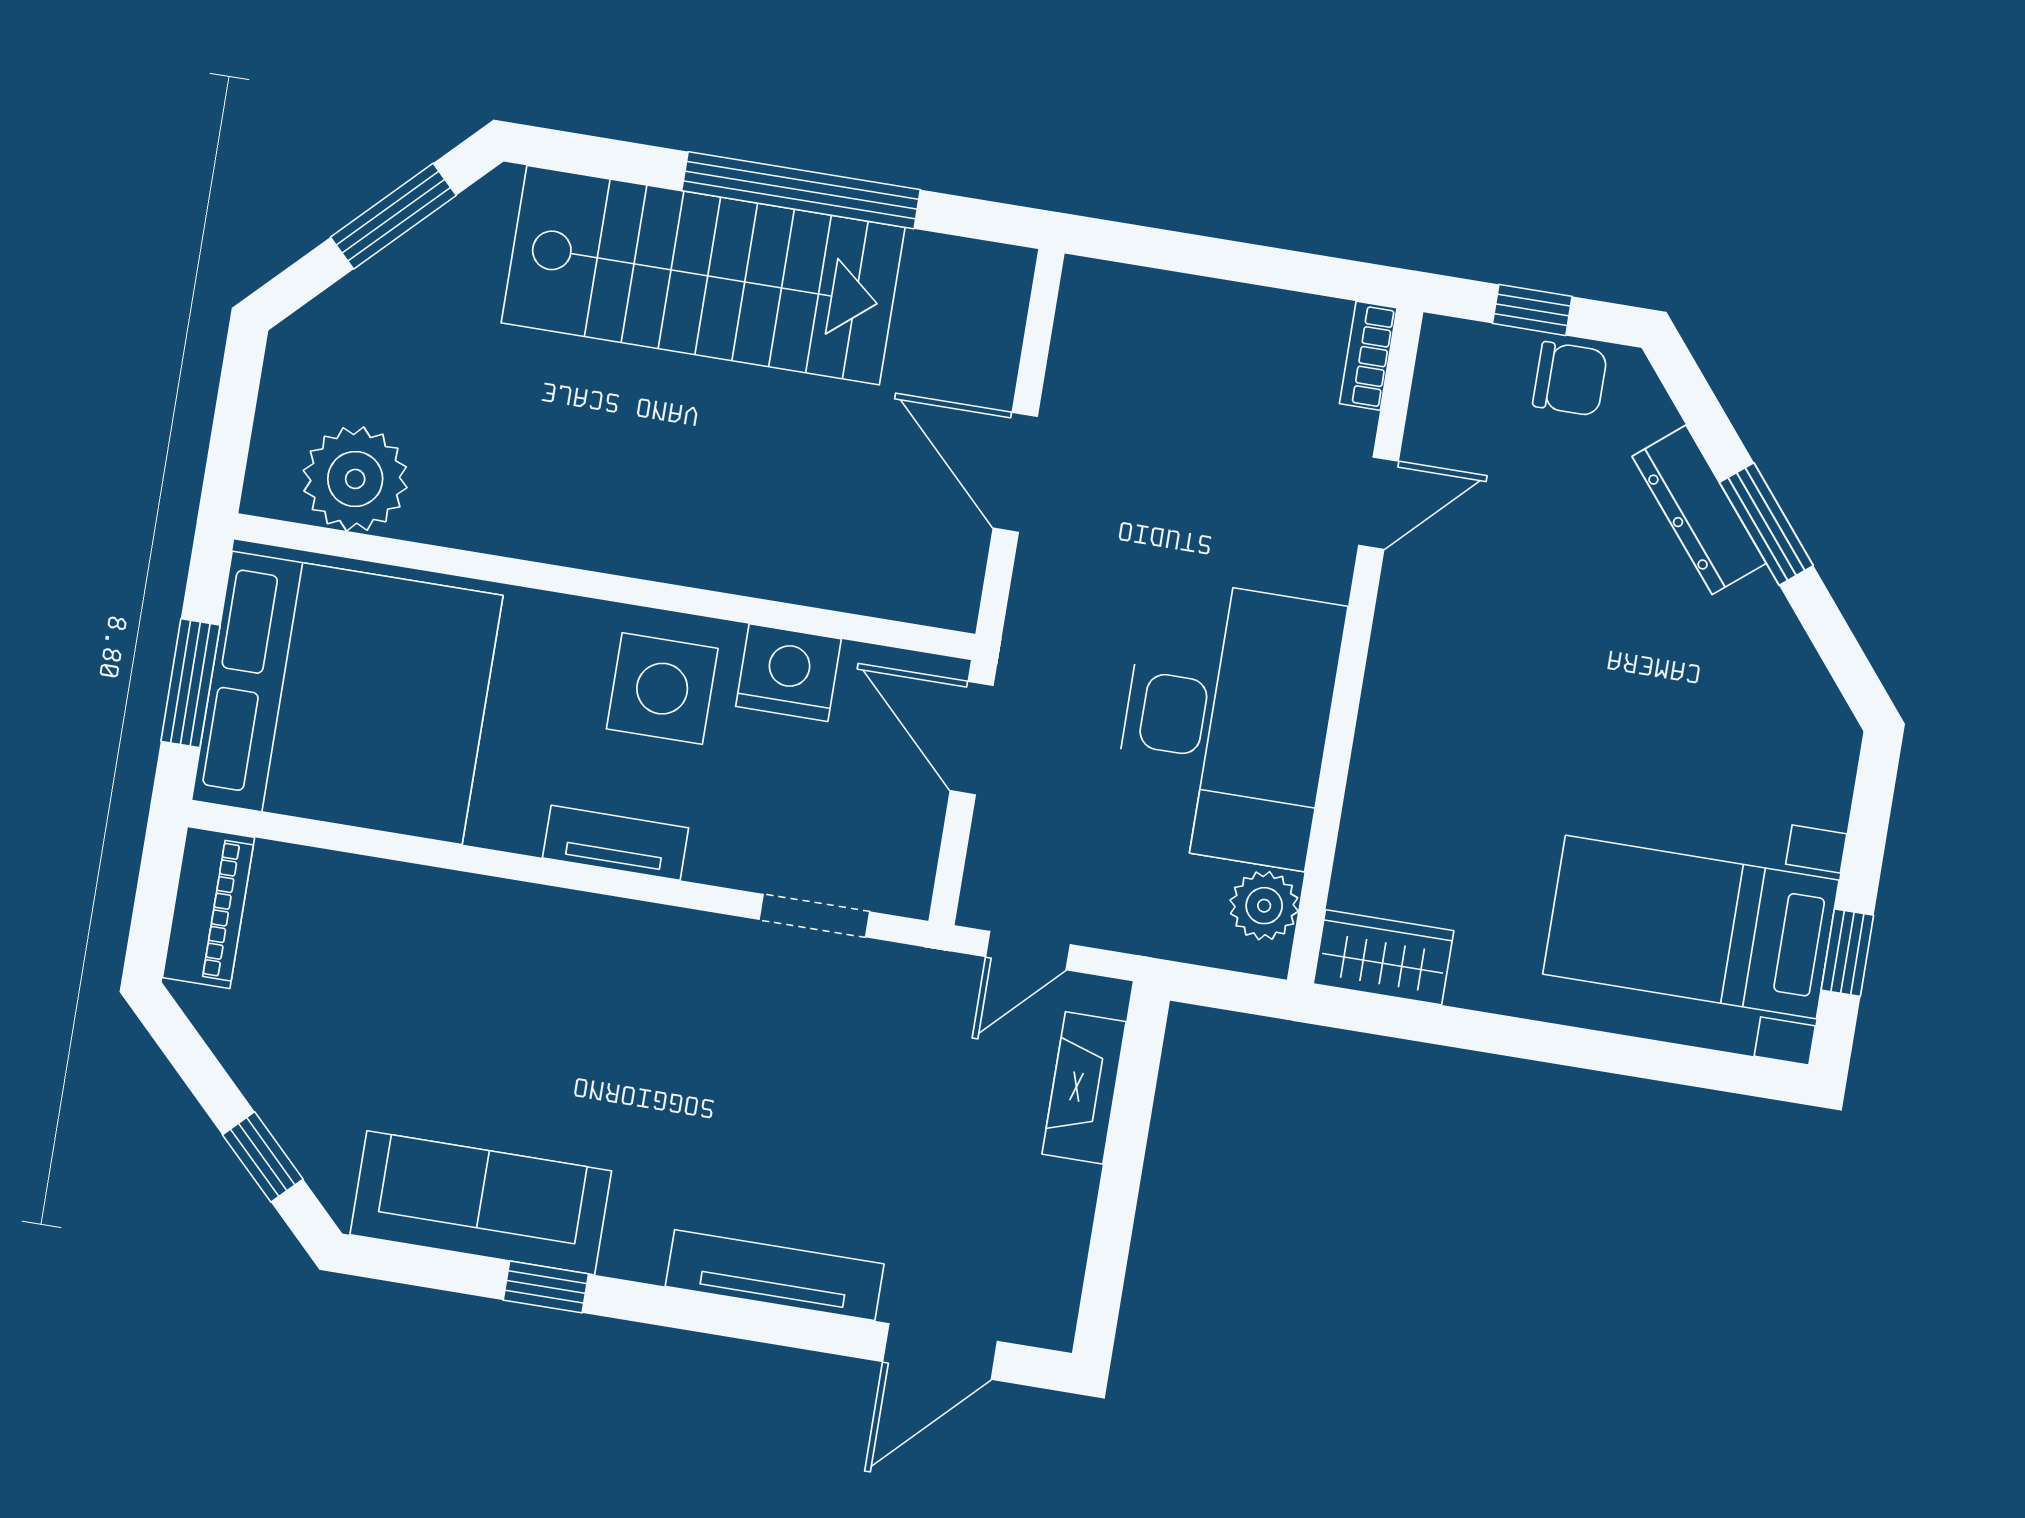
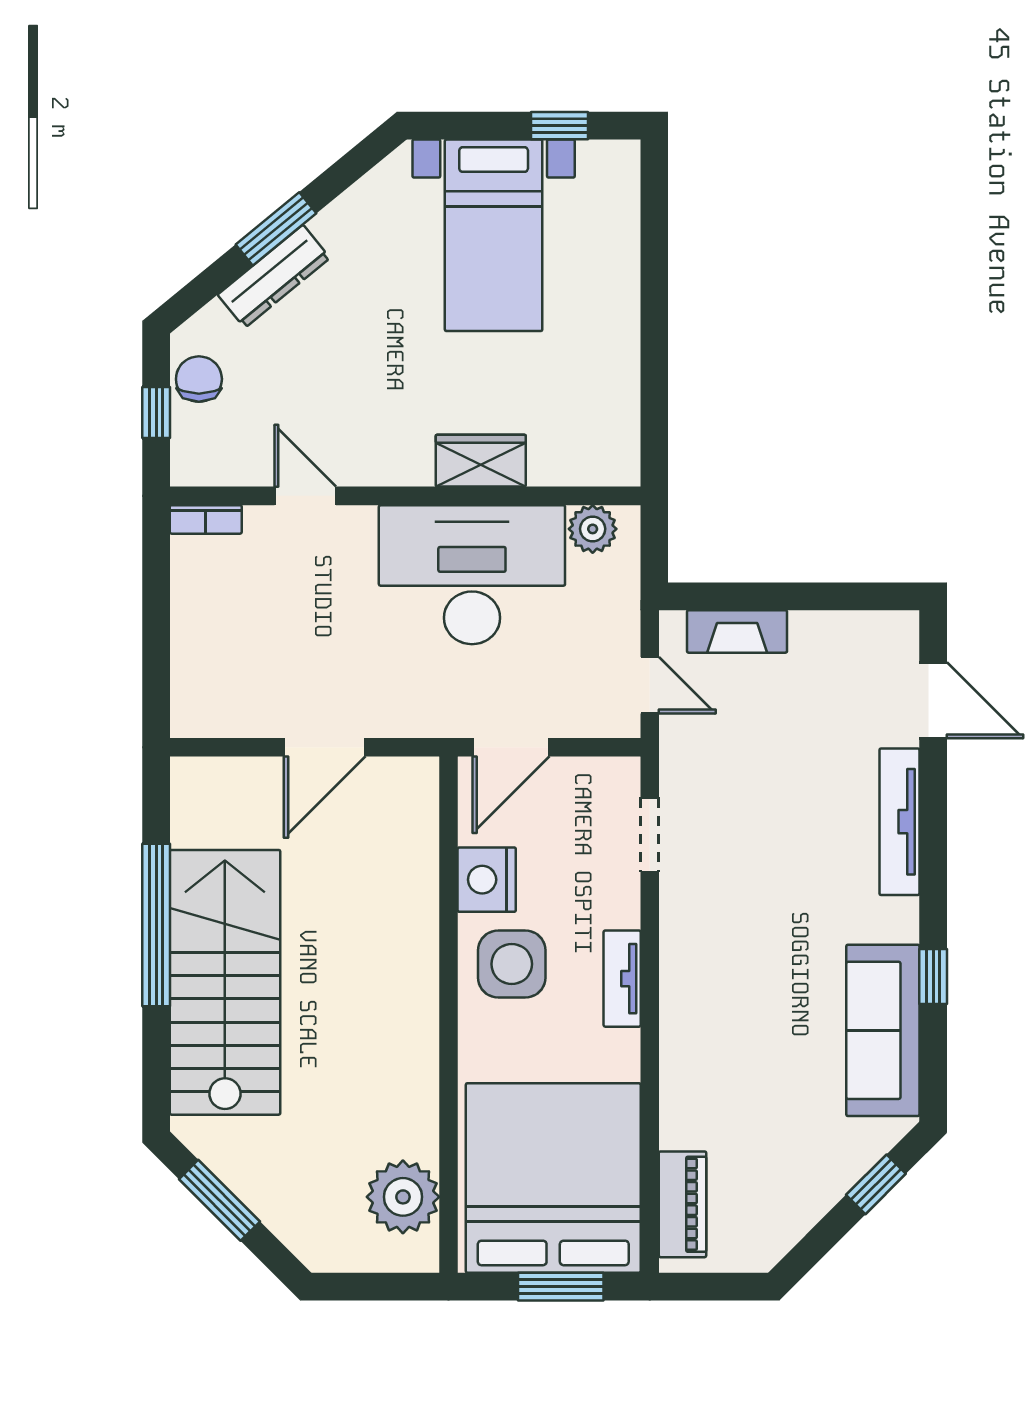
piano: (208, 907) -> (683, 1204), moved, turned 90
bed with nightstands: (1691, 927) -> (494, 235), moved
wardrobe: (1383, 957) -> (481, 461), moved, turned 90

